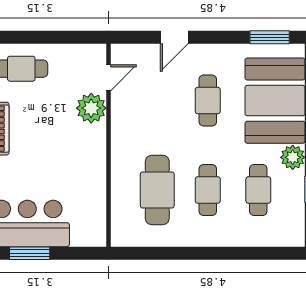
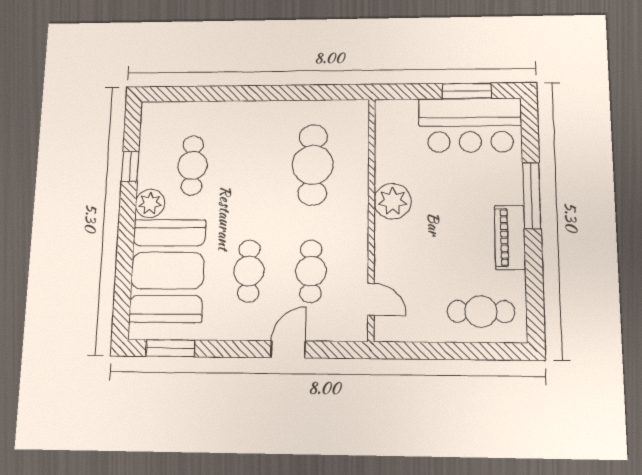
door: (108, 78) -> (371, 299), swing flipped
plant: (91, 108) -> (393, 201), moved
cafe table: (208, 190) -> (311, 271), moved

